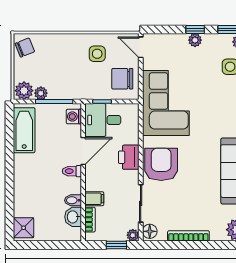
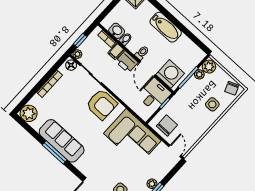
door: (141, 47) -> (175, 151), hinge flipped
side table: (97, 54) -> (212, 104), moved
washing machine: (74, 116) -> (170, 74), width x1.89, depth x1.89
bathtub: (24, 130) -> (166, 27), moved
printer: (129, 157) -> (127, 62), moved, turned 180

